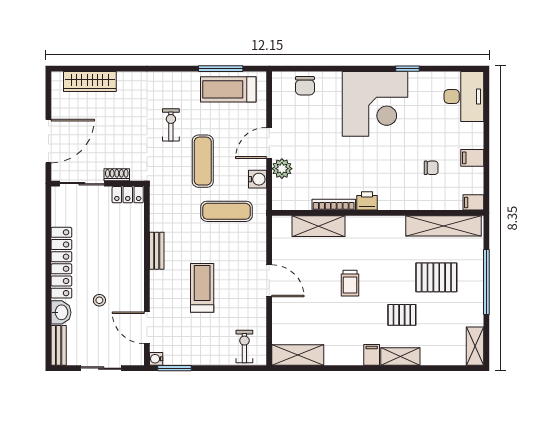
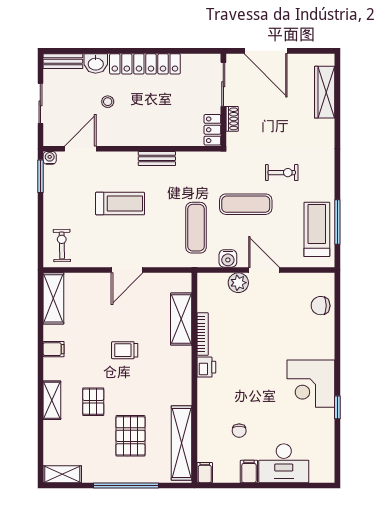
desk: (464, 96) -> (284, 463), moved
corner desk: (375, 104) -> (311, 384), width x0.74, depth x0.74
exercise bike: (244, 346) -> (62, 246), turned -91
filing cabinet: (372, 355) -> (54, 349), moved

